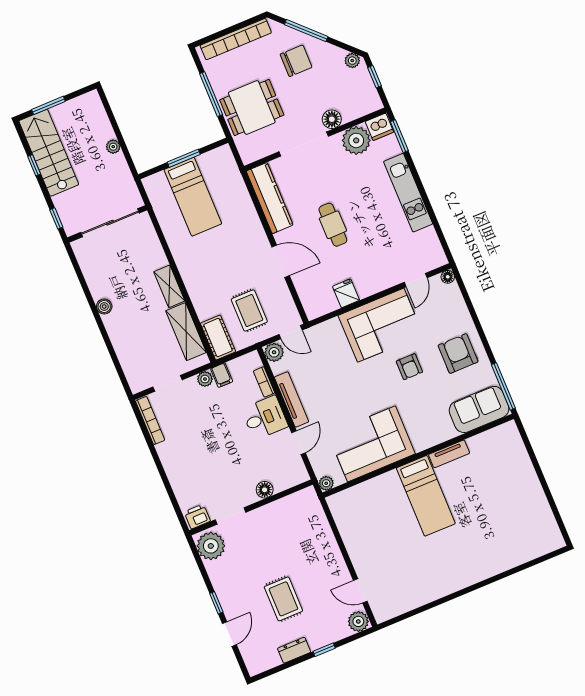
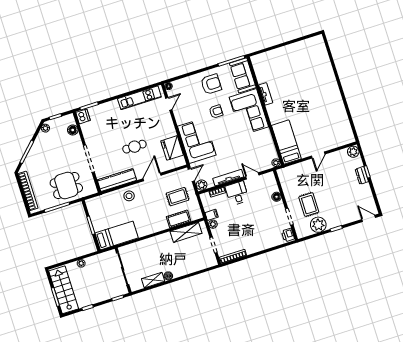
chair: (296, 61) -> (43, 159), removed
dining table: (252, 107) -> (66, 185), turned 90
floor lamp: (332, 119) -> (73, 130), moved
plant: (356, 140) -> (89, 130), removed
stairs: (49, 153) -> (64, 290), moved, turned 90
kitchen unit: (408, 193) -> (139, 98), moved
bed: (193, 197) -> (117, 235), moved
stool: (243, 223) -> (129, 196), added
door: (416, 280) -> (169, 104), hinge flipped
shelving: (169, 286) -> (153, 280), moved
fridge: (346, 293) -> (172, 148), width x1.88, depth x1.34
corner sofa: (381, 325) -> (197, 141), moved
cot: (218, 338) -> (179, 219), moved
armchair: (458, 354) -> (211, 84), turned 180
corner sofa: (372, 444) -> (249, 112), moved
bed: (426, 496) -> (286, 142), moved, turned -90
plant: (211, 546) -> (318, 225), moved
door: (360, 591) -> (318, 155), moved
rug: (283, 599) -> (309, 205), moved, turned 90
door: (229, 634) -> (369, 218), moved
dresser: (294, 650) -> (362, 175), moved

